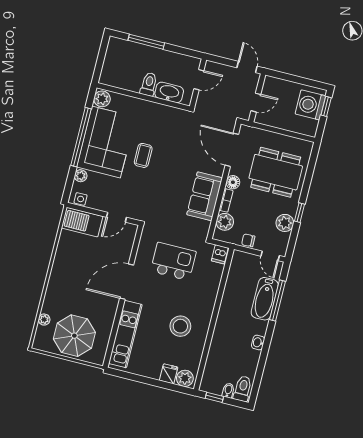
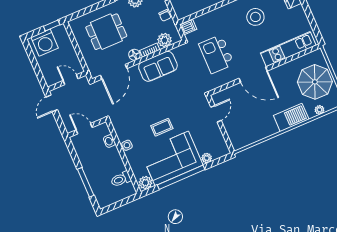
toilet: (149, 84) -> (121, 179), moved
washbasin: (169, 92) -> (109, 141), width x0.52, depth x0.69
window: (326, 106) -> (52, 26), moved
dining table: (276, 172) -> (106, 32), width x0.73
side table: (81, 199) -> (127, 145), moved
door: (116, 217) -> (216, 114), hinge flipped
barbecue: (82, 222) -> (291, 117), moved, turned -90

